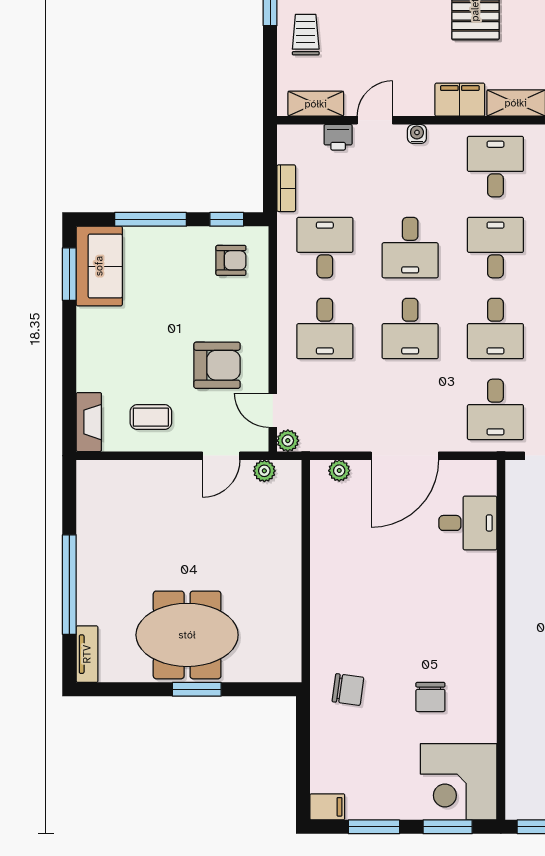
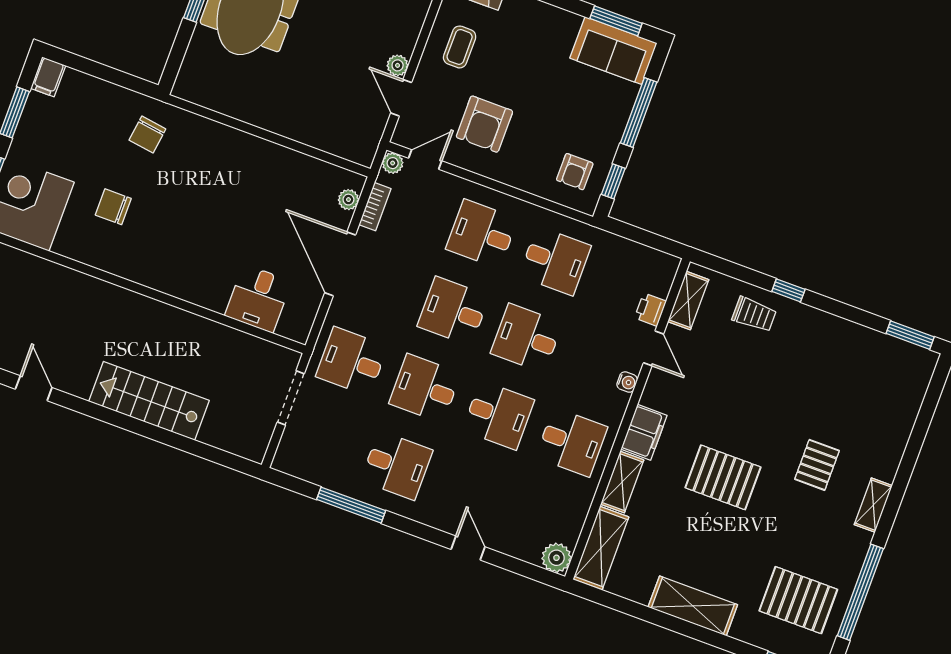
bookcase: (286, 188) -> (375, 207), moved, turned -90
plant: (264, 471) -> (398, 65), moved

